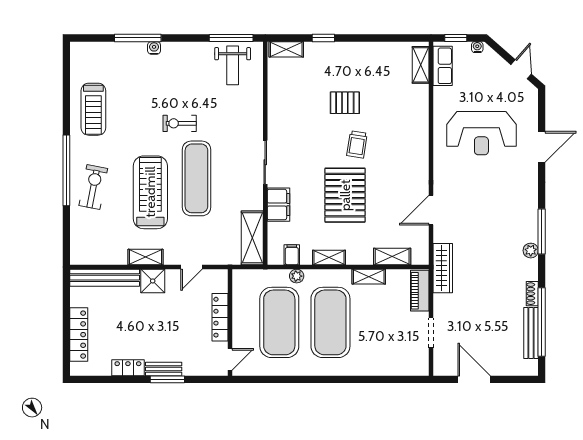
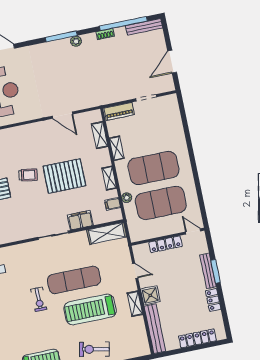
wardrobe: (443, 268) -> (100, 99), removed
bench: (531, 333) -> (144, 27), moved
bench: (164, 369) -> (208, 271), width x1.36

